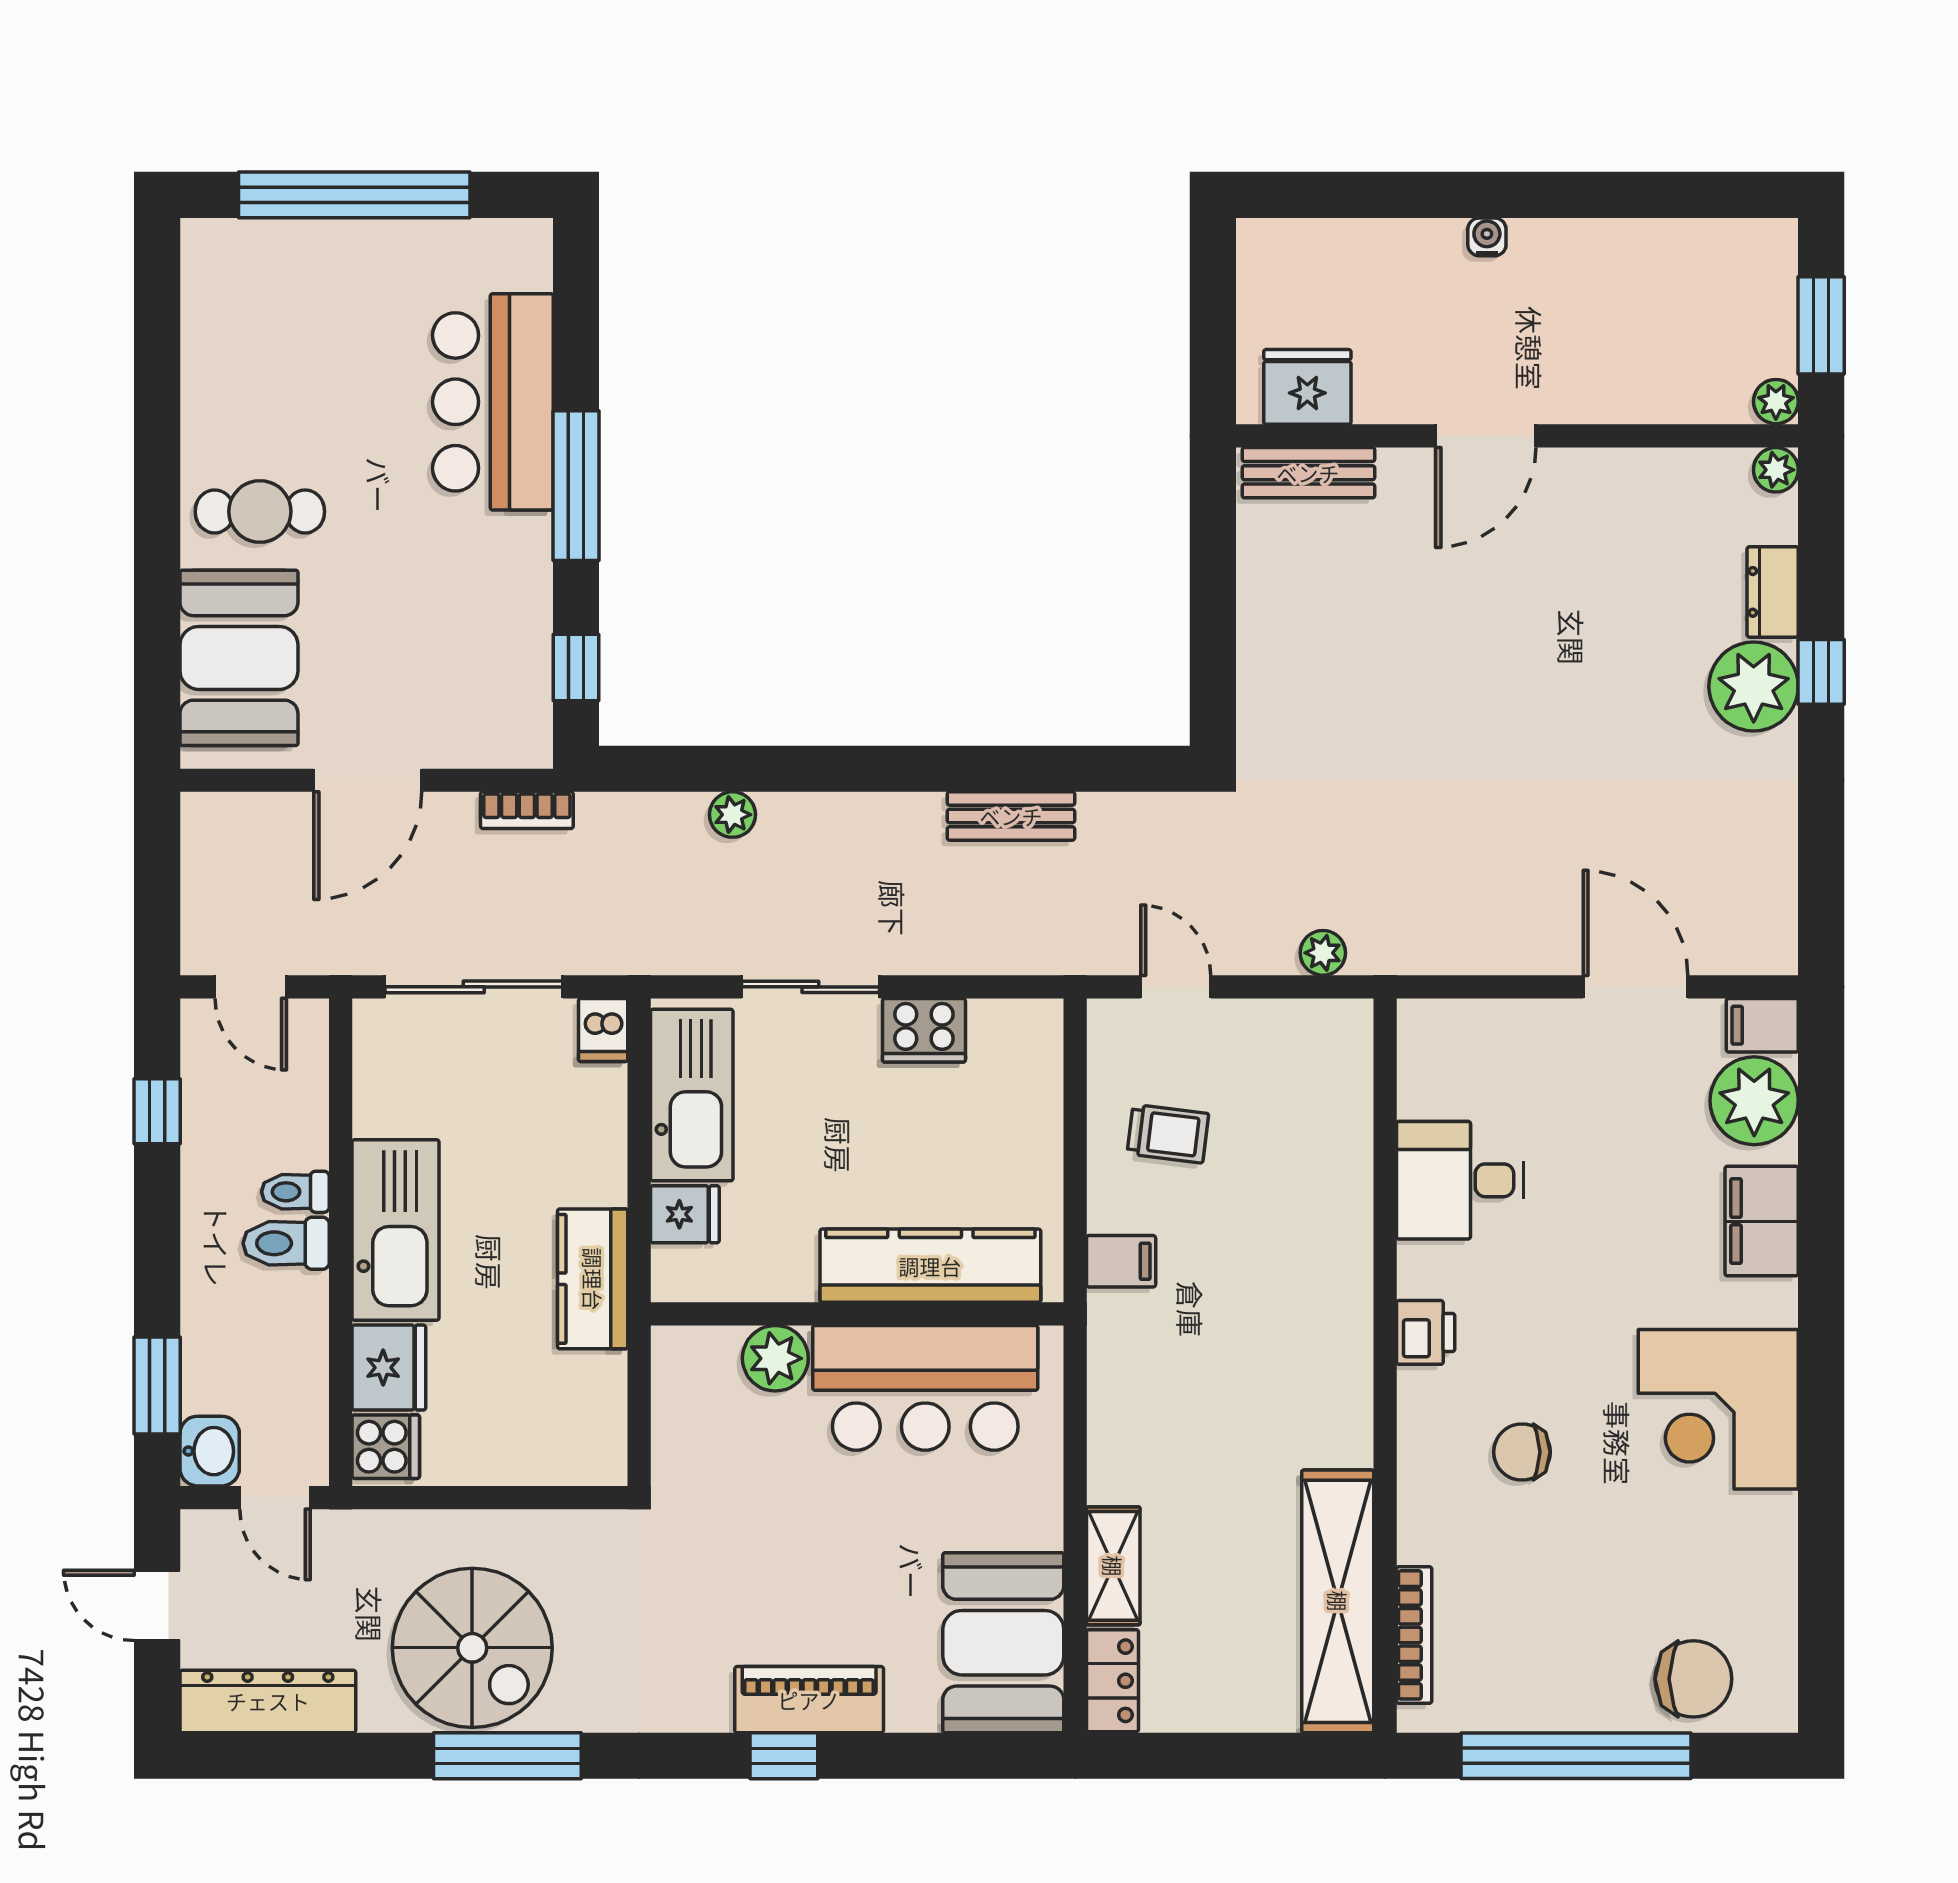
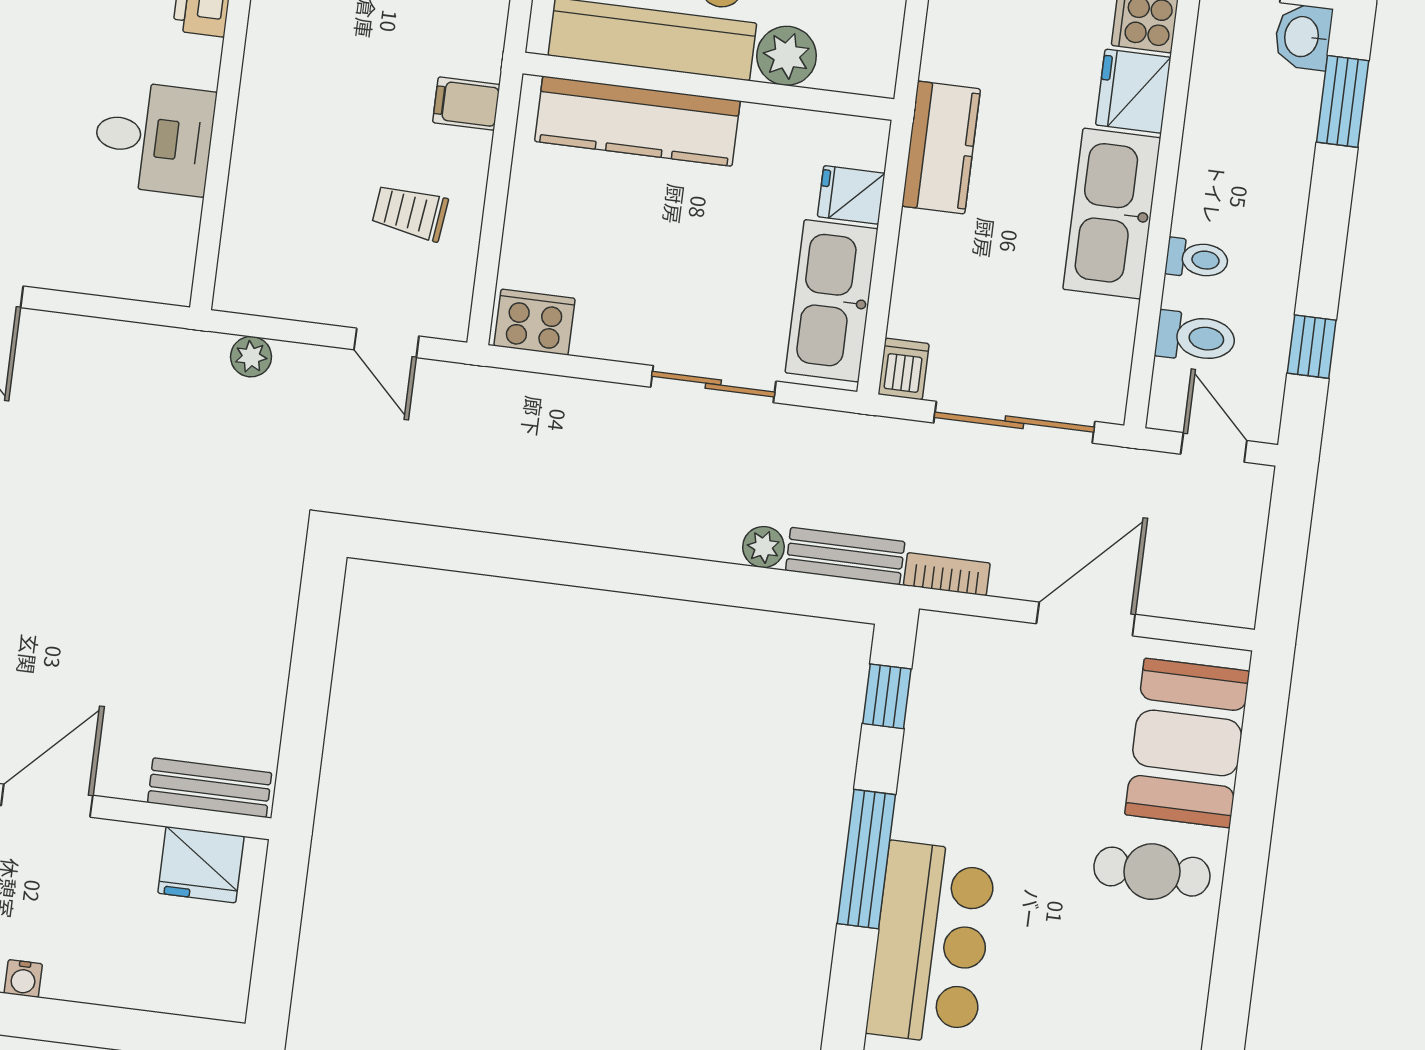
bench: (1011, 816) -> (845, 556), moved
cooker: (924, 1030) -> (534, 322), moved
toilet: (286, 1243) -> (1196, 337), moved

